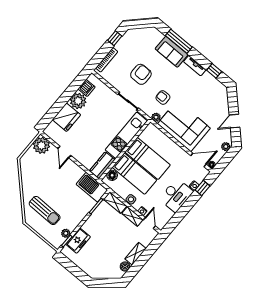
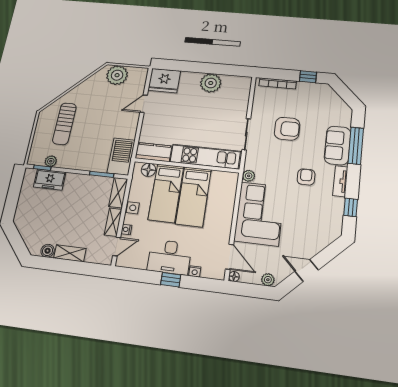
dishwasher: (87, 88) -> (231, 83), removed
armchair: (163, 97) -> (306, 177), moved
fridge: (66, 117) -> (164, 81), moved
plant: (41, 145) -> (117, 75), moved
window: (202, 188) -> (171, 280), moved

